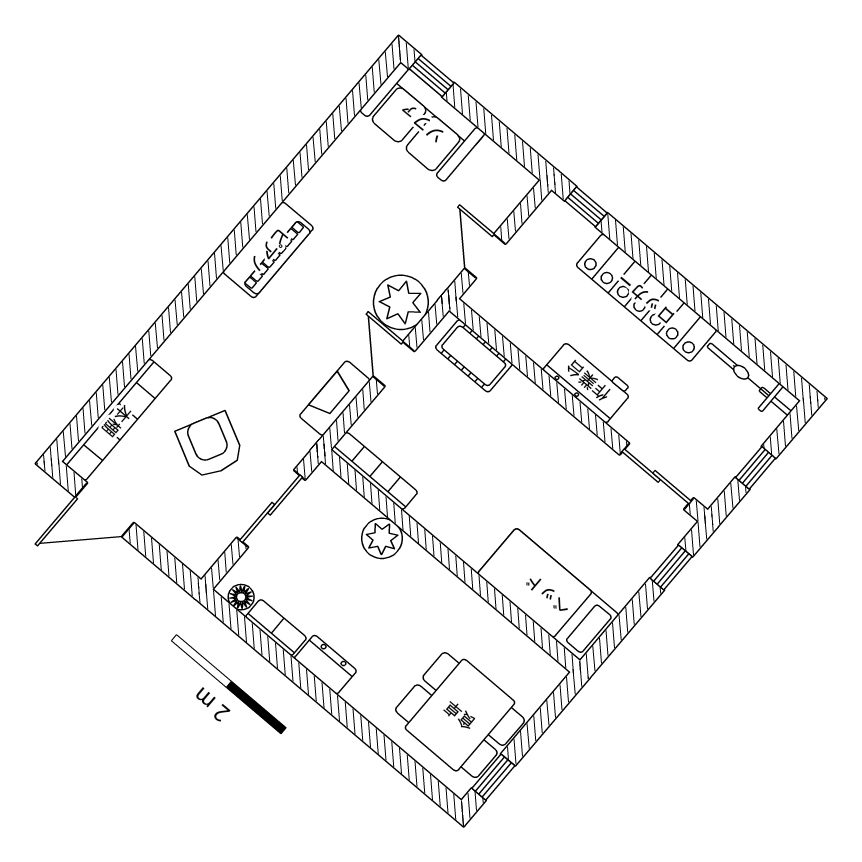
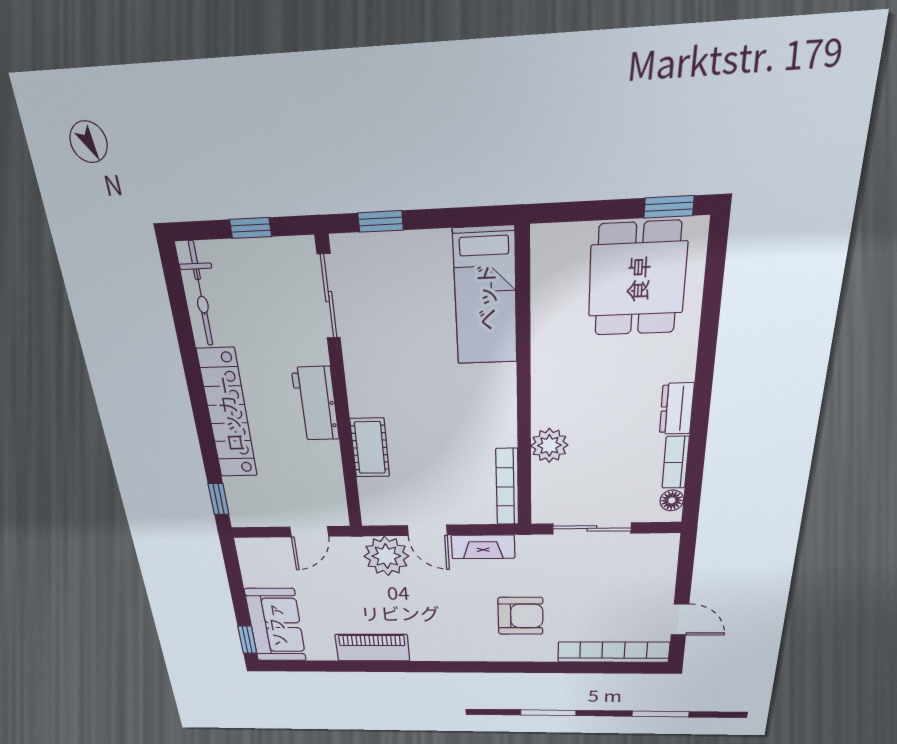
piano: (268, 250) -> (372, 648), moved
cot: (474, 356) -> (370, 448), moved
door: (394, 364) -> (427, 530), hinge flipped
armchair: (210, 446) -> (520, 616), moved, turned -117
door: (105, 510) -> (680, 620), width x0.73

